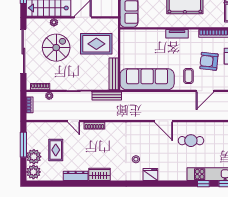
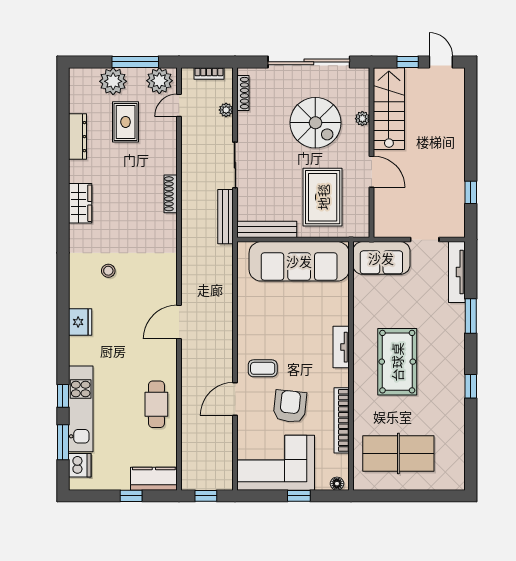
sofa: (147, 79) -> (299, 261), moved, turned 90
door: (205, 91) -> (235, 399), hinge flipped
door: (74, 121) -> (179, 105), moved
cafe table: (191, 141) -> (156, 404), moved
rug: (56, 150) -> (126, 122), turned 90
plant: (33, 172) -> (159, 81), moved
fridge: (150, 174) -> (80, 322), moved
dresser: (76, 176) -> (77, 137), moved

